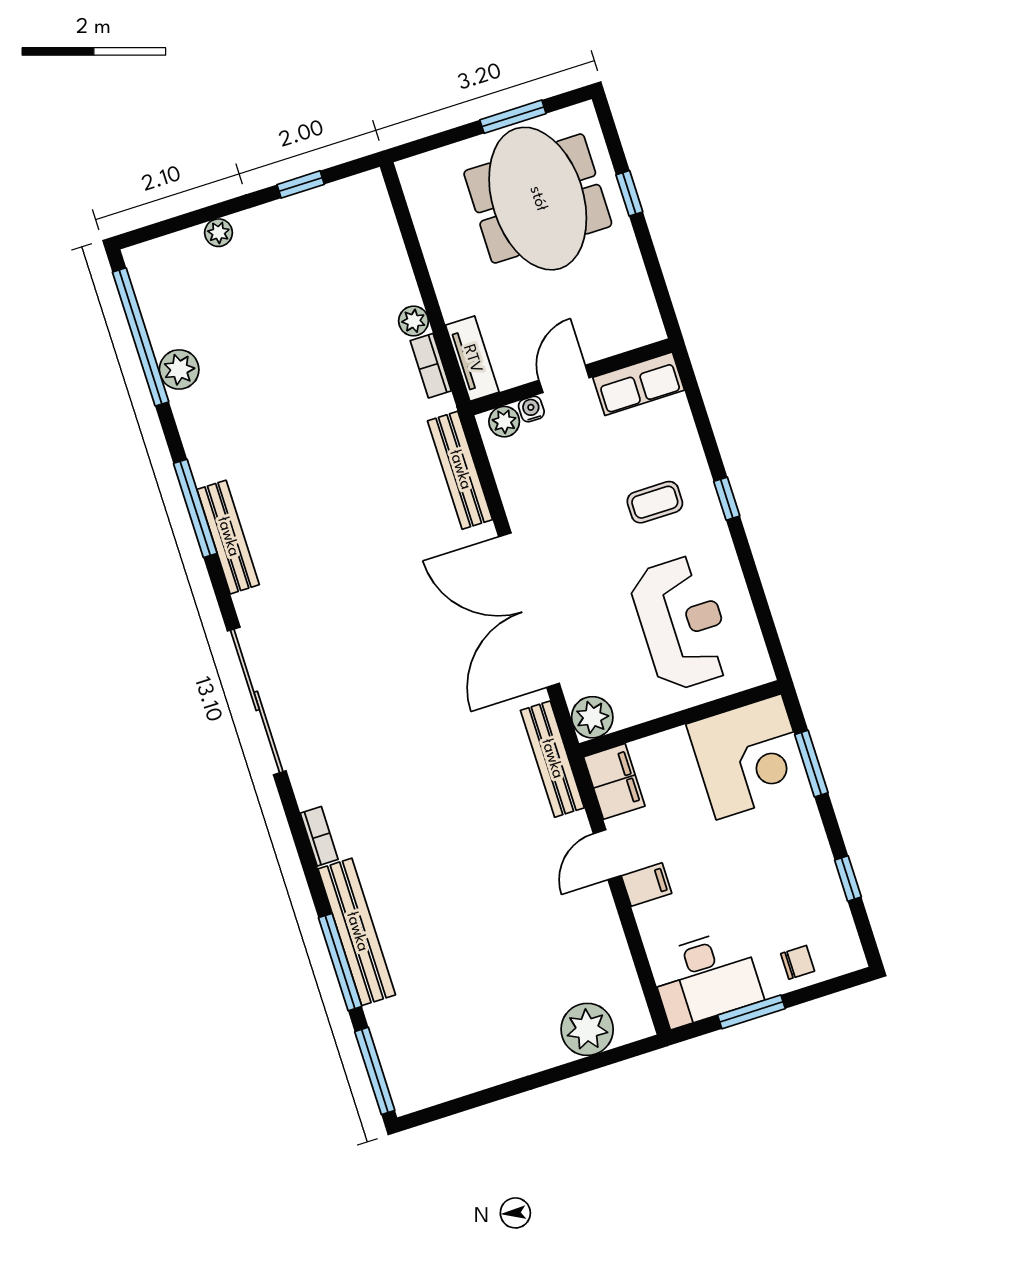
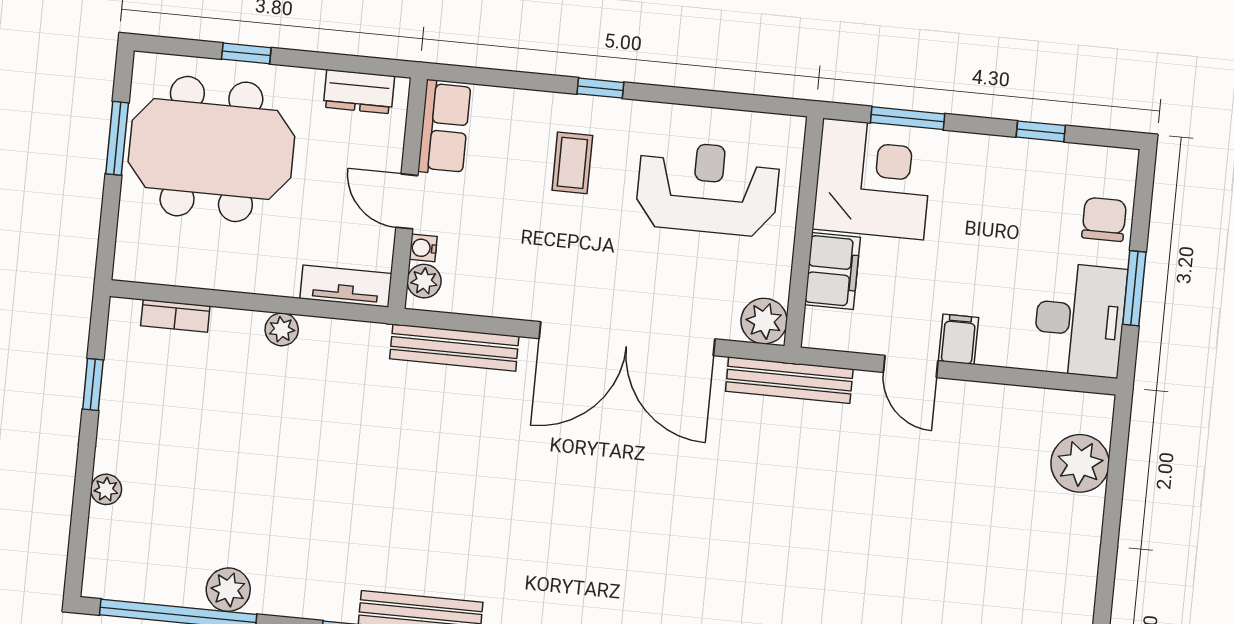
dresser: (638, 300) -> (359, 92), added
bookcase: (431, 366) -> (175, 316), moved
filing cabinet: (614, 781) -> (832, 271), moved, turned 90
chair: (798, 962) -> (1104, 219), width x1.37, depth x1.37

